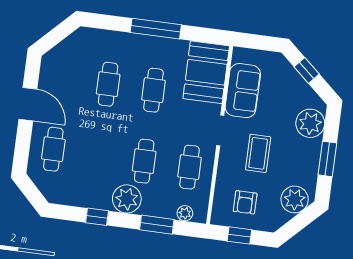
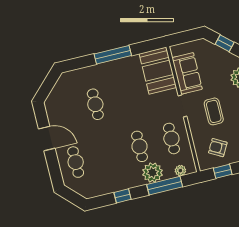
cafe table: (153, 90) -> (127, 96), removed
plant: (127, 199) -> (153, 173), moved
armchair: (245, 202) -> (218, 148), turned 119
window: (157, 225) -> (165, 186), width x1.44

